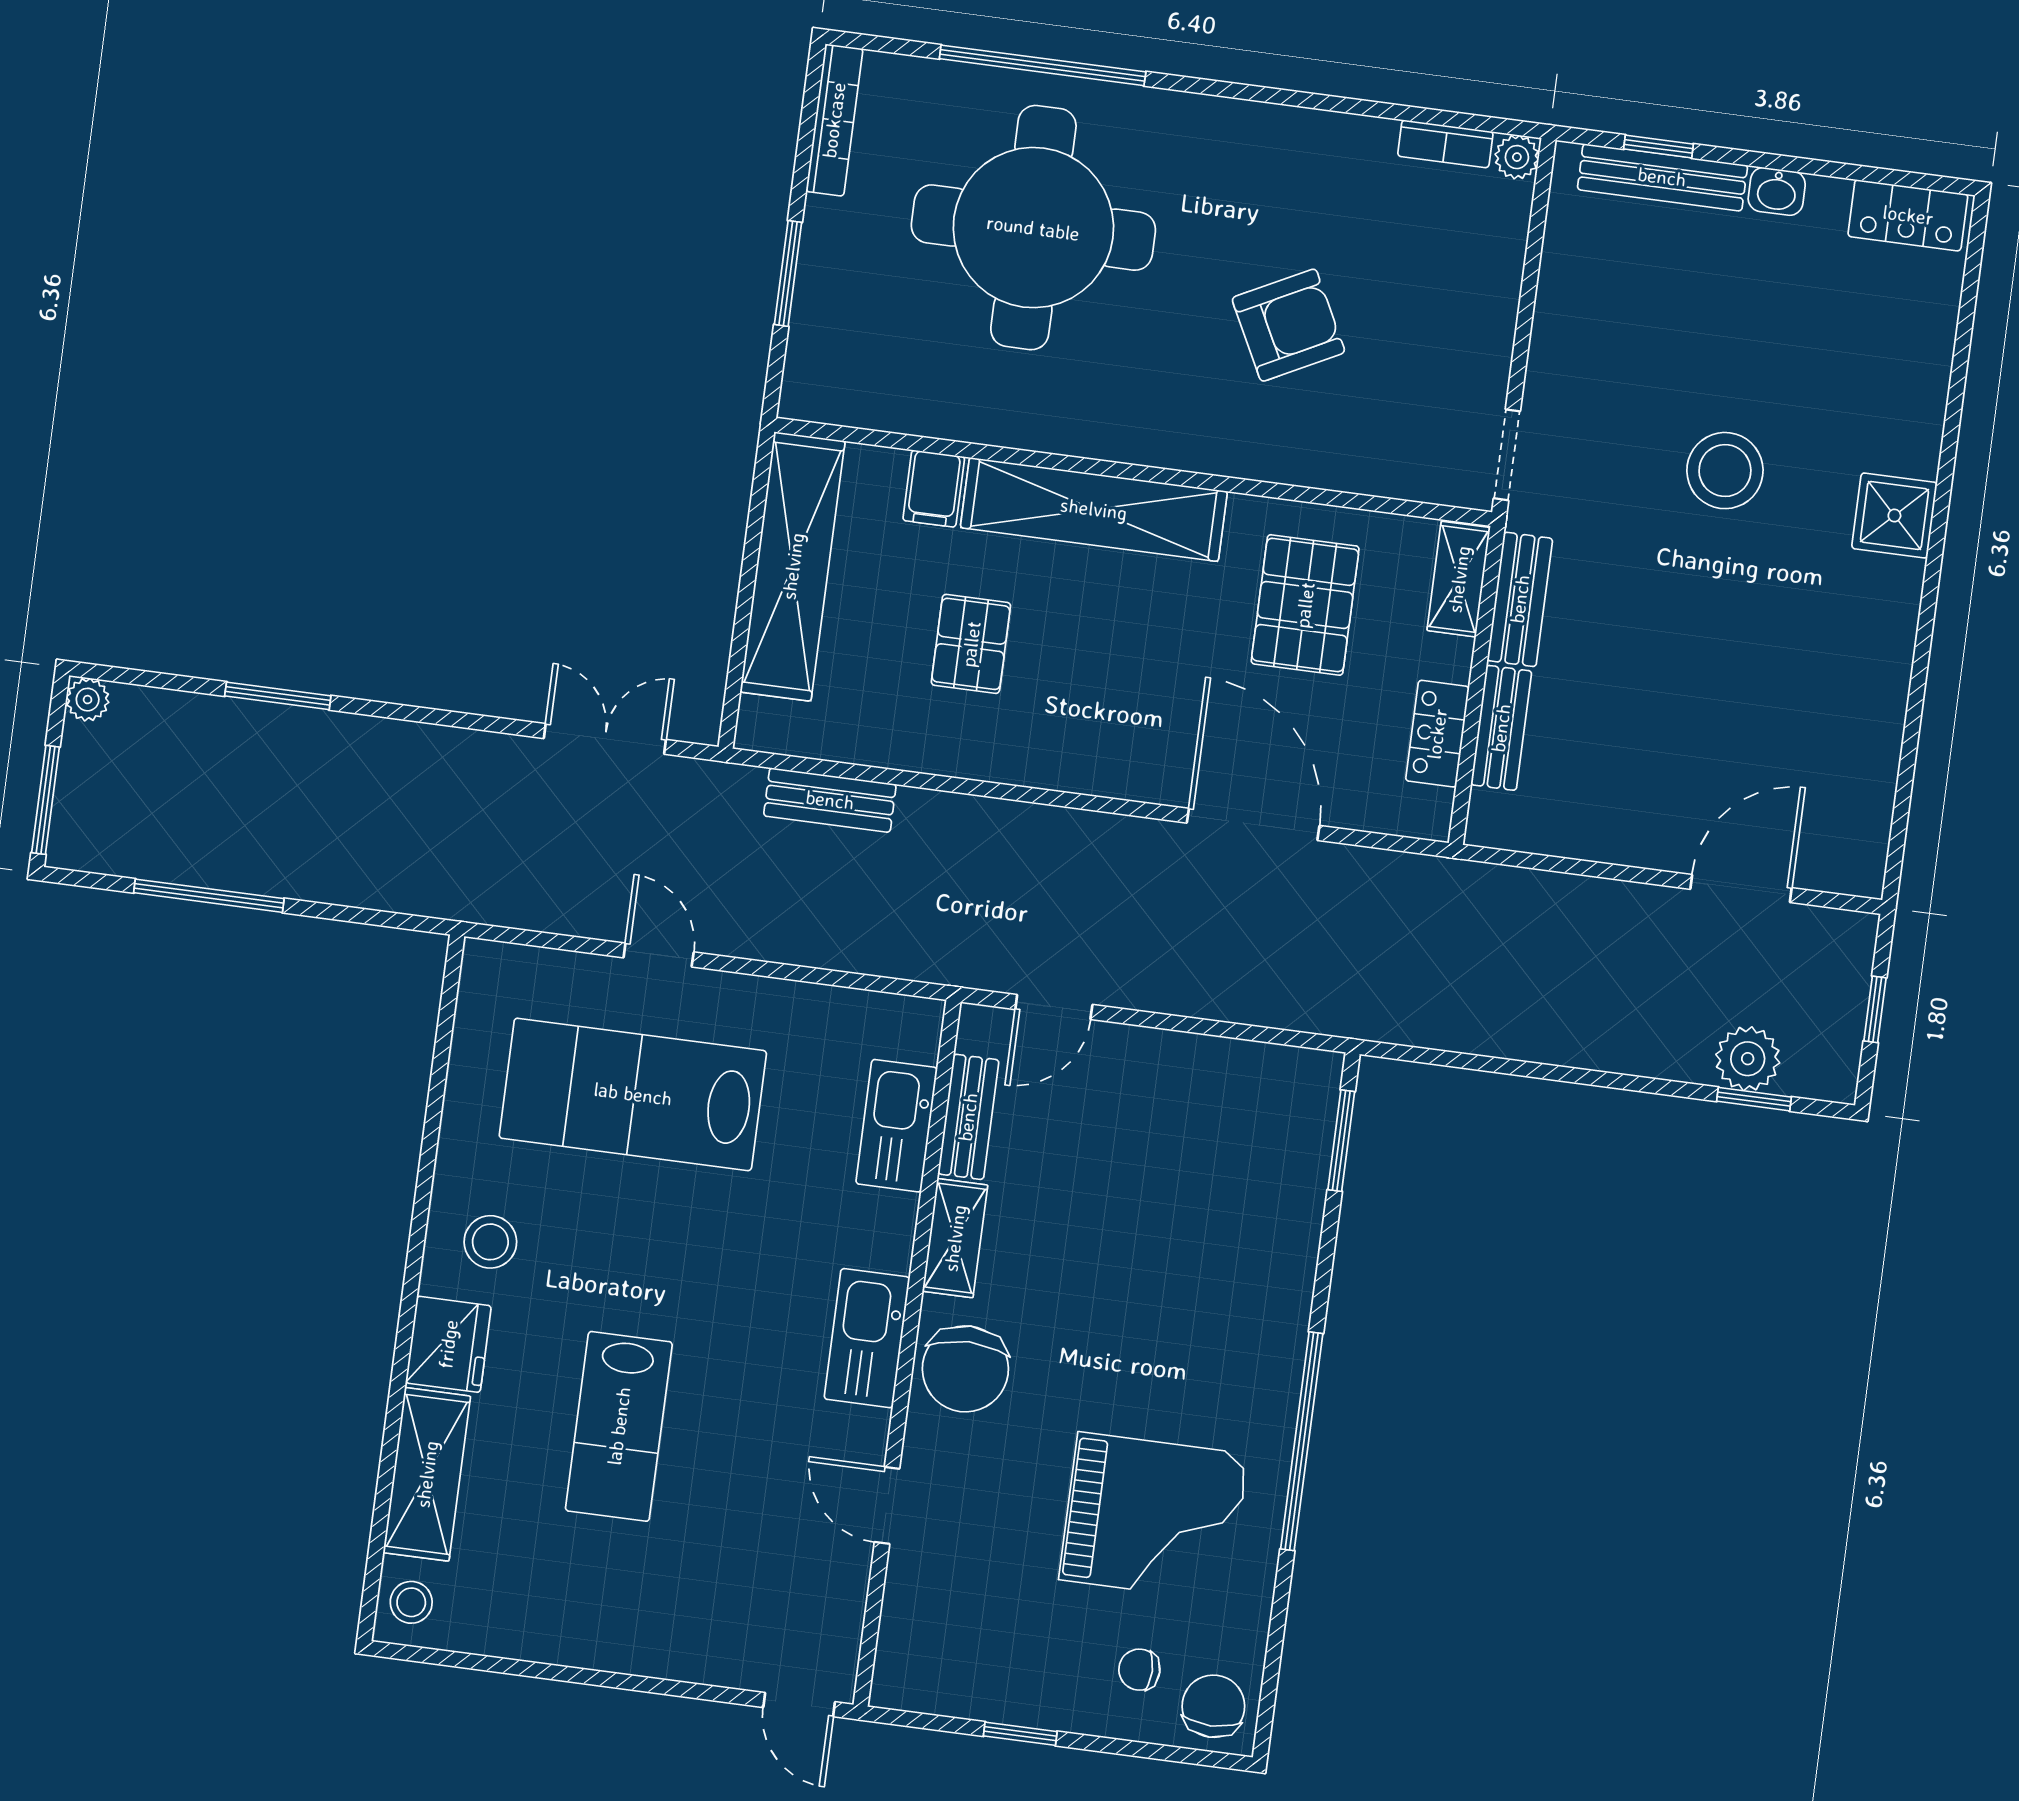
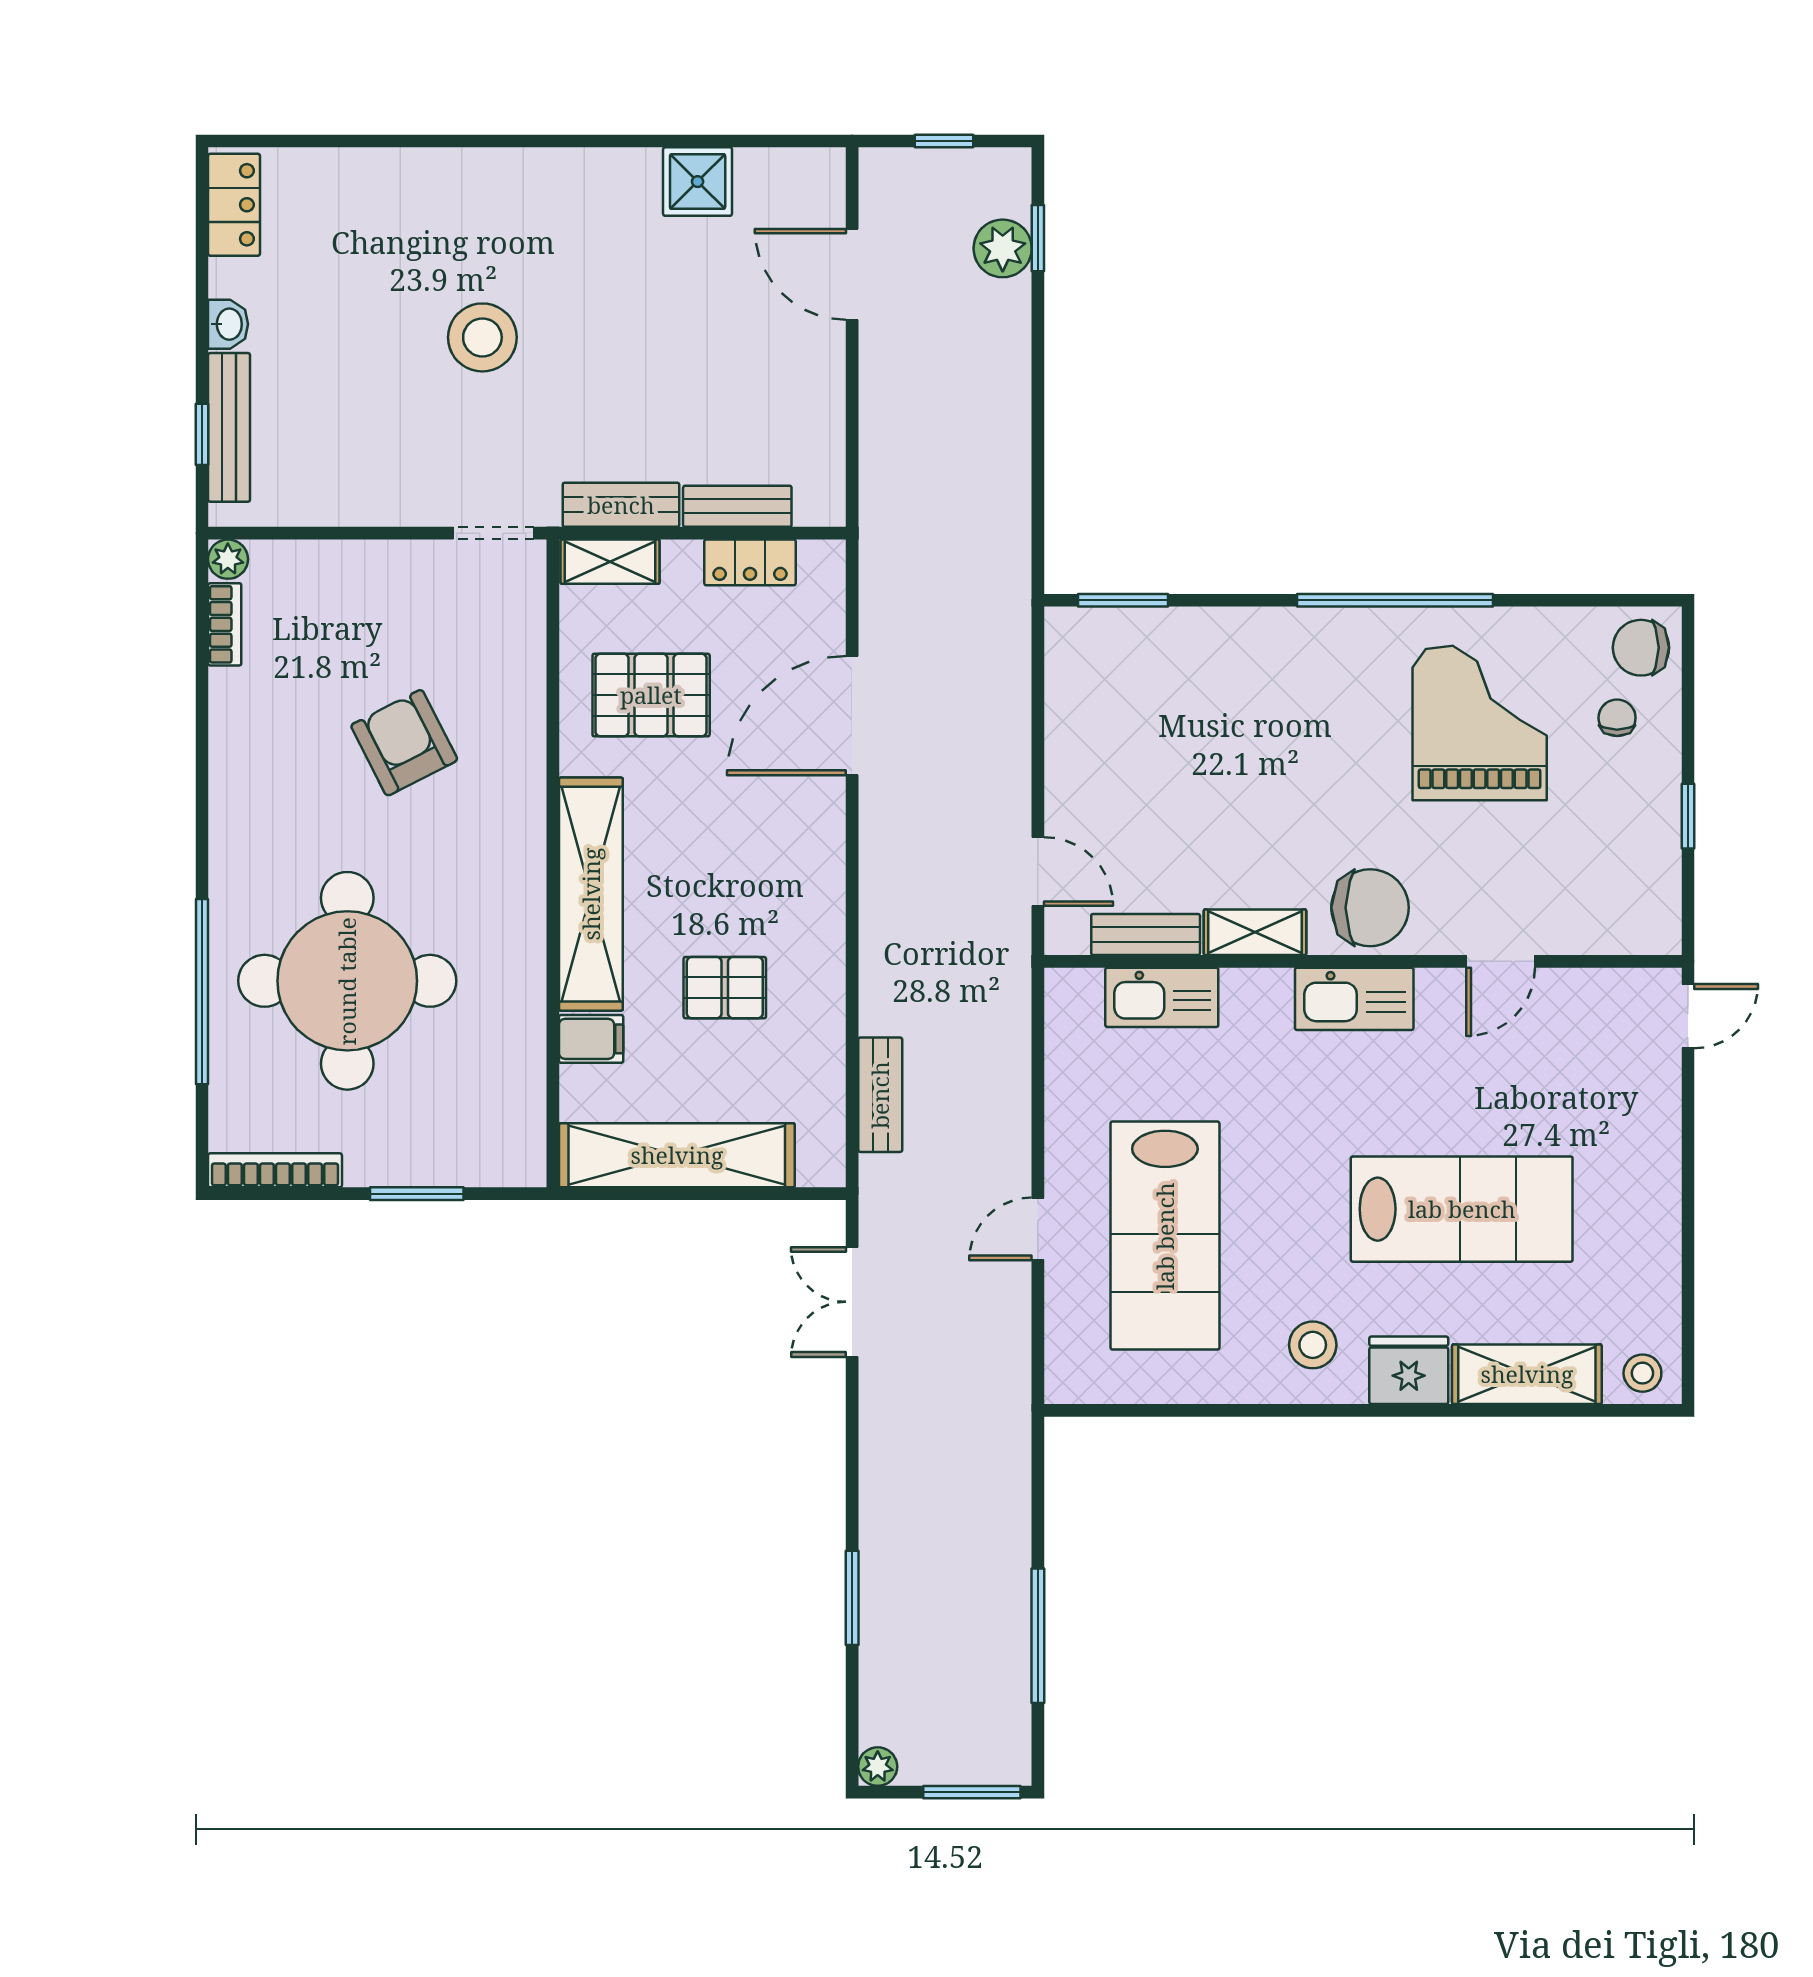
shower: (1894, 516) -> (698, 182), moved
lab bench: (619, 1426) -> (1462, 1209), width x1.36, depth x1.39
chair: (1139, 1670) -> (1617, 718), turned 180

